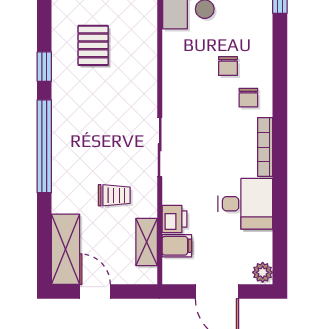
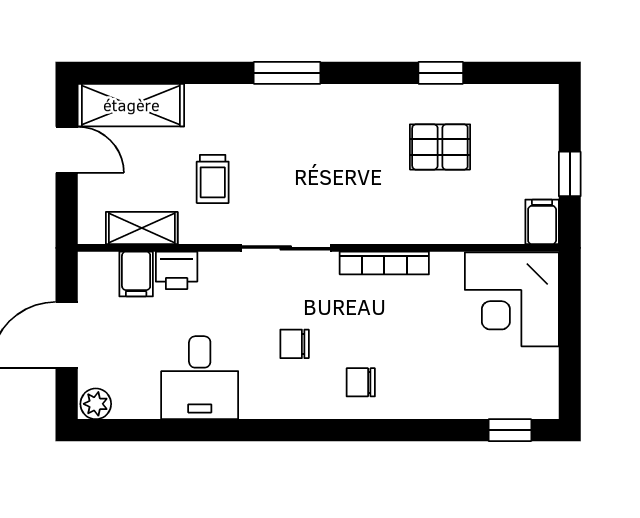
chair: (228, 66) -> (295, 344), moved
window: (44, 67) -> (441, 73), moved
window: (44, 146) -> (287, 73), width x0.47
bookcase: (265, 147) -> (384, 263), moved, turned 180
door: (95, 292) -> (67, 150), hinge flipped

